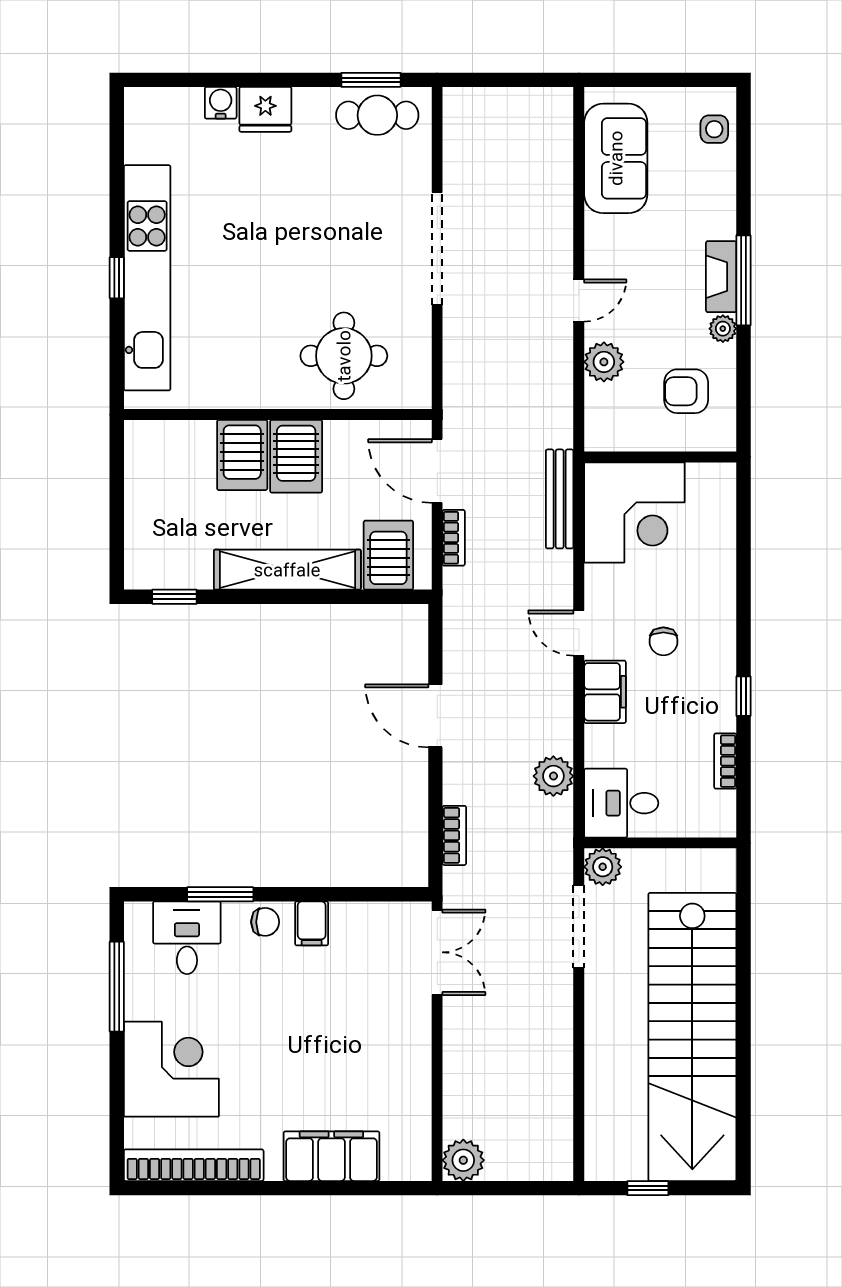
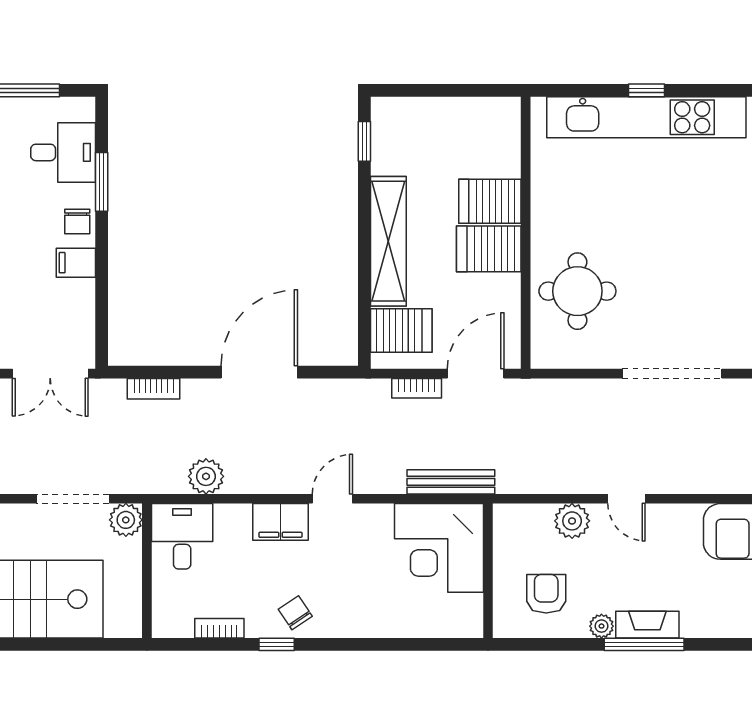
chair: (663, 641) -> (295, 613), moved, turned 56
door: (435, 716) -> (259, 372), width x1.36

